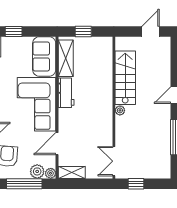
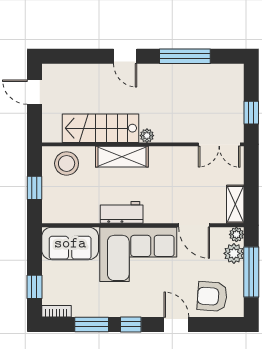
stool: (100, 54) -> (67, 163), added
shelving: (66, 58) -> (122, 157), moved

